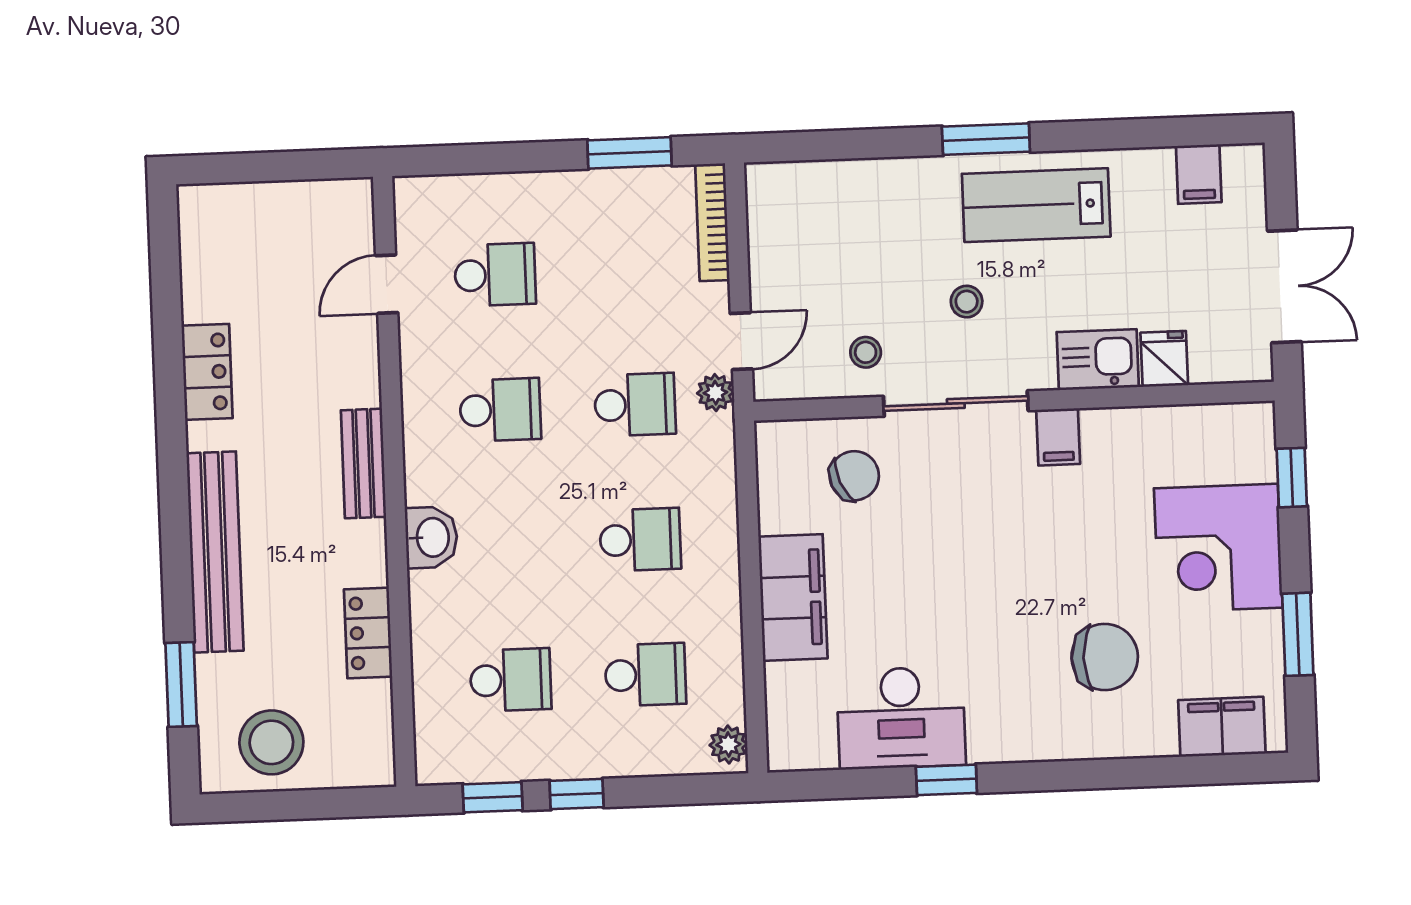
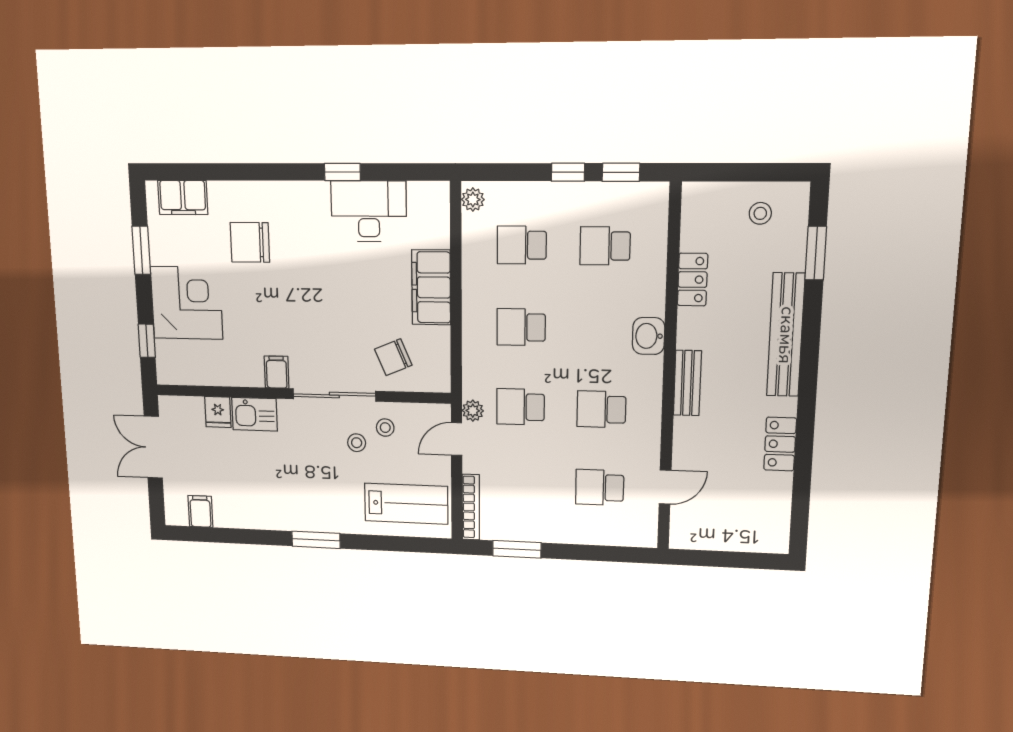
lab bench: (1036, 205) -> (406, 504), moved
stool: (967, 302) -> (357, 443), moved
stool: (271, 742) -> (760, 213), width x0.53, depth x0.53

